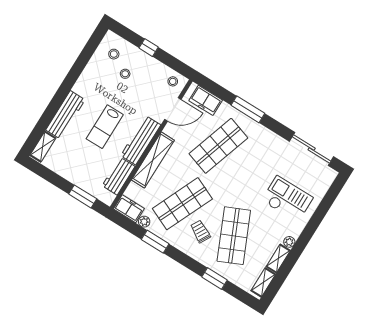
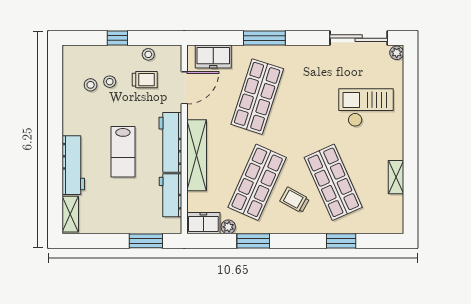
stool: (114, 54) -> (91, 85), moved
stool: (173, 81) -> (148, 54), moved
trolley: (150, 87) -> (145, 80), added
plant: (289, 242) -> (397, 53), moved
shelving: (263, 282) -> (396, 213), removed

